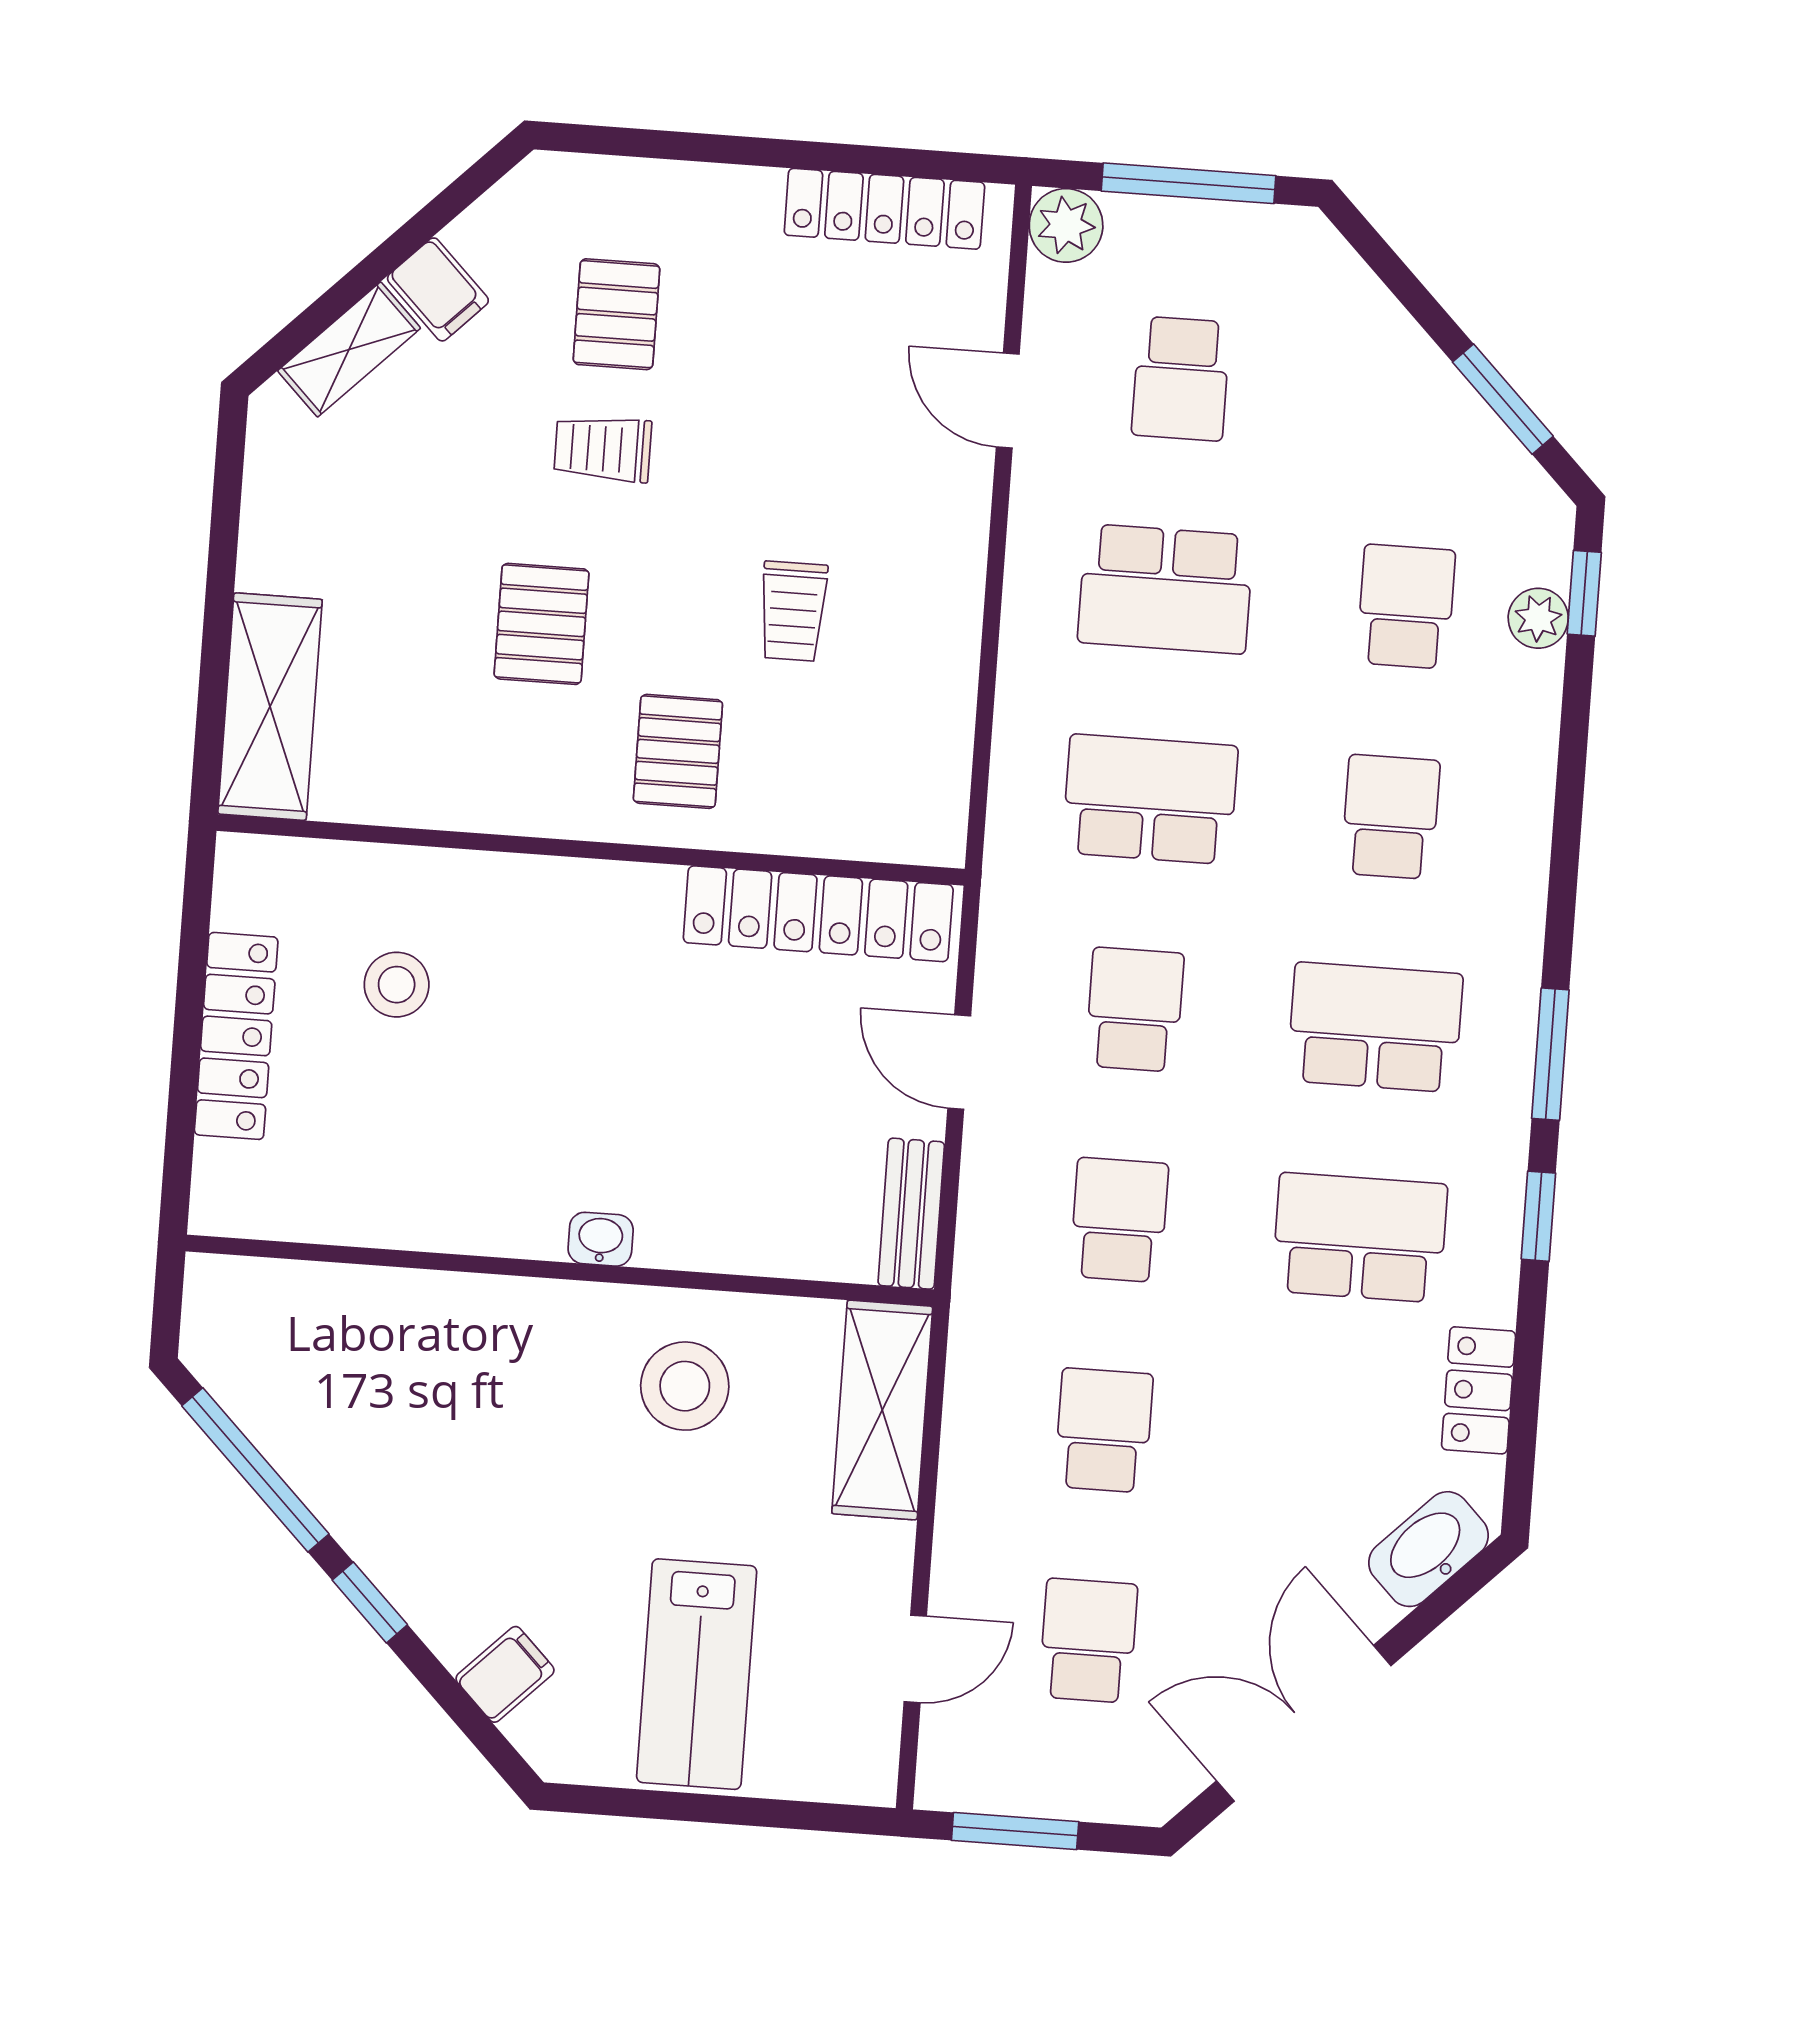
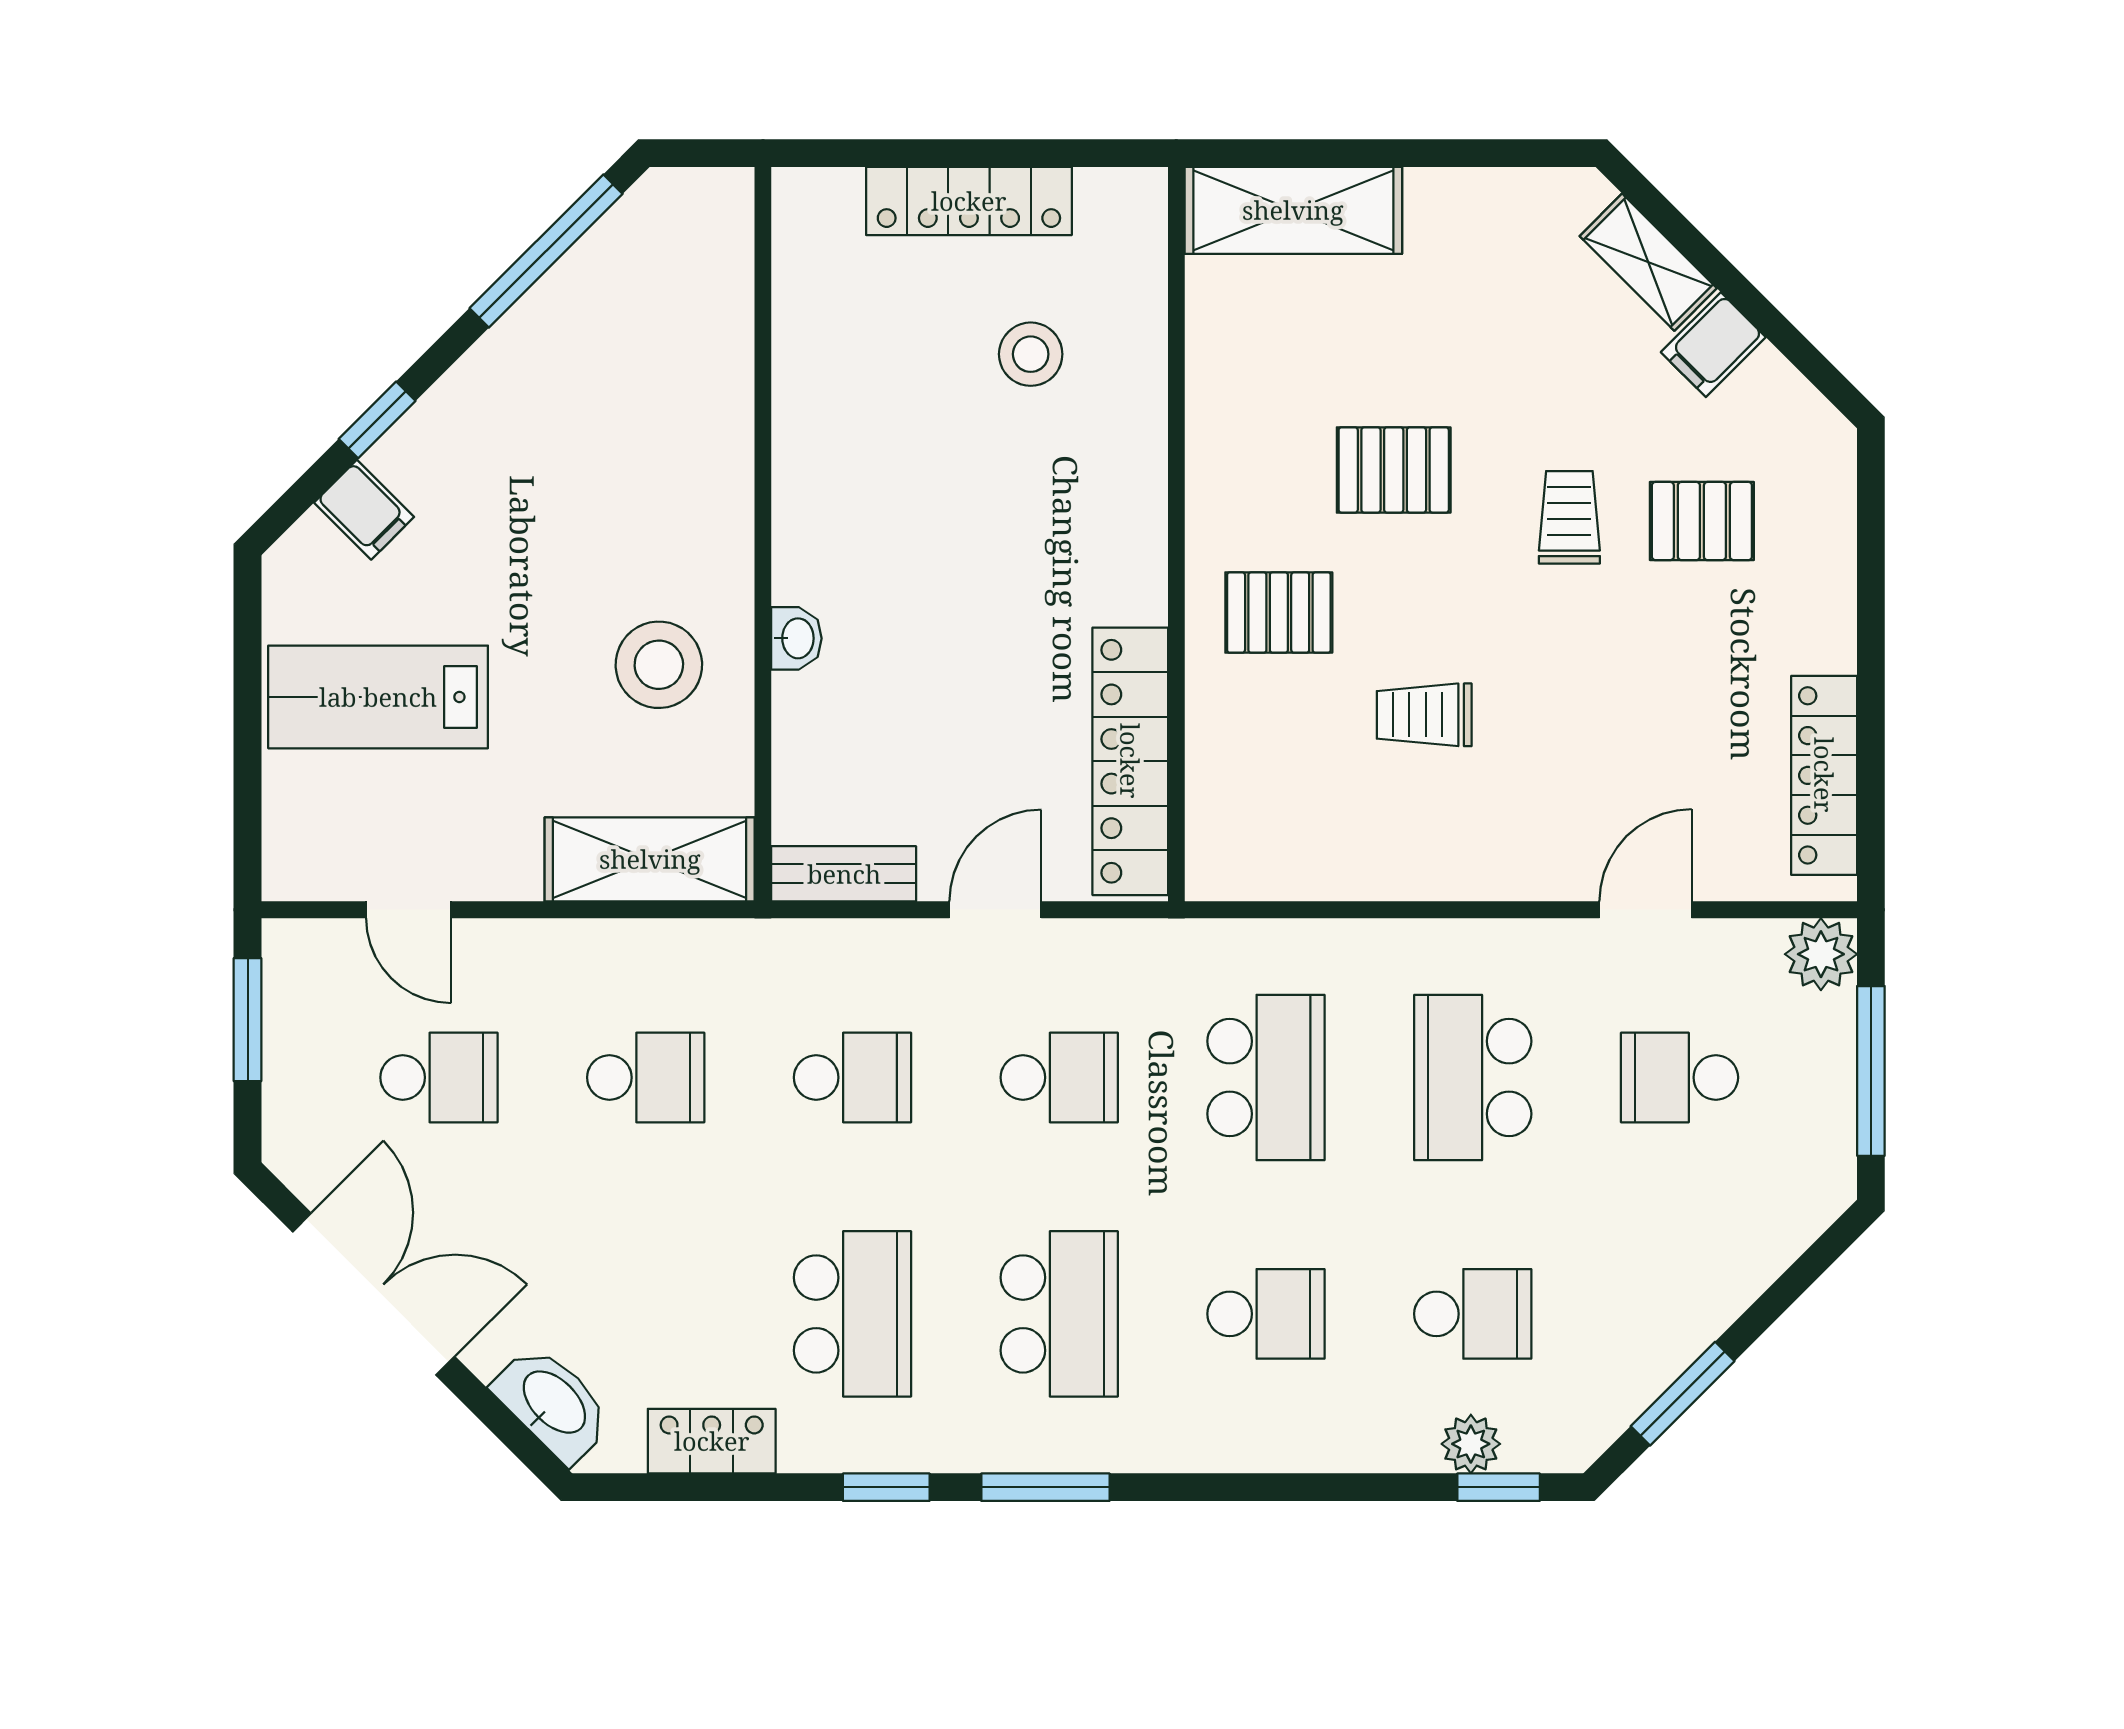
washbasin: (601, 1239) -> (796, 638), moved
window: (370, 1602) -> (377, 420), moved

